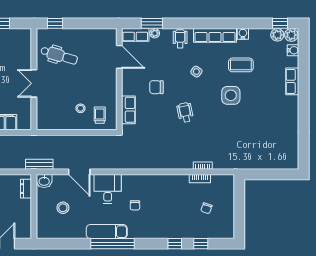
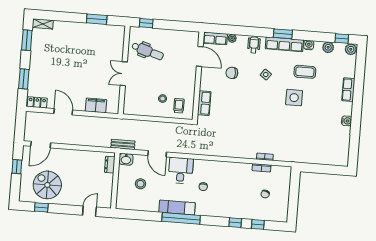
window: (152, 23) -> (283, 34), moved
plant: (277, 35) -> (328, 47), moved
water cooler: (293, 50) -> (347, 121), moved
chair: (156, 87) -> (232, 73), moved
wheelchair: (185, 112) -> (253, 109), removed

